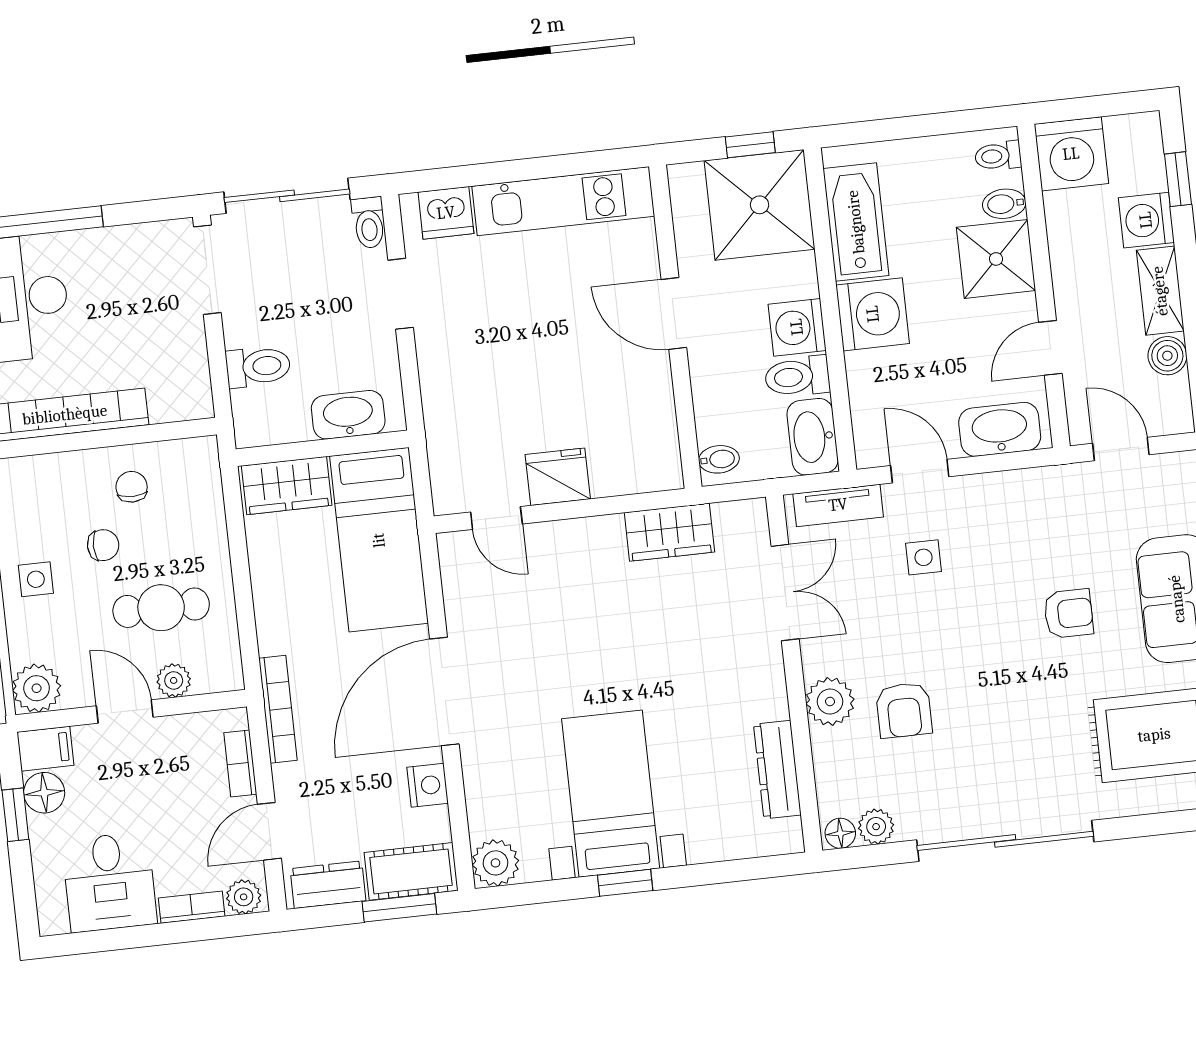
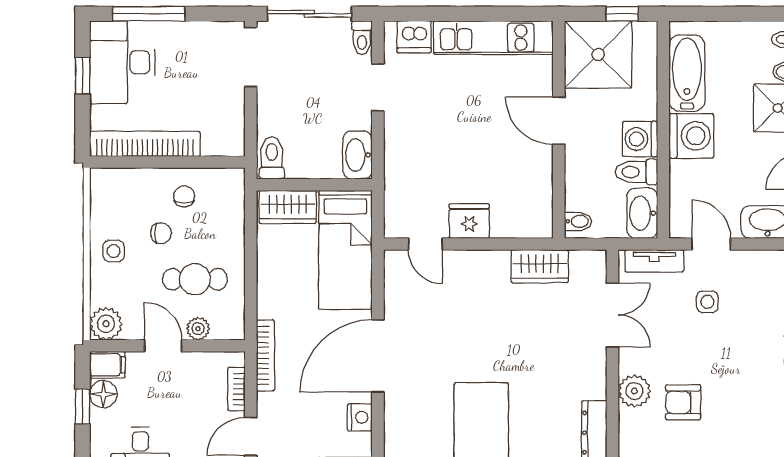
shower: (760, 205) -> (598, 55), moved
toilet: (258, 367) -> (272, 158), moved, turned -90
washbasin: (348, 415) -> (358, 155), moved, turned -90
armchair: (904, 710) -> (683, 402), turned 90

